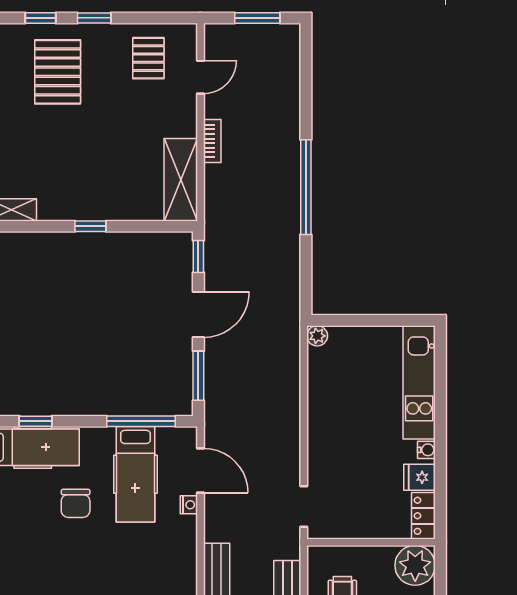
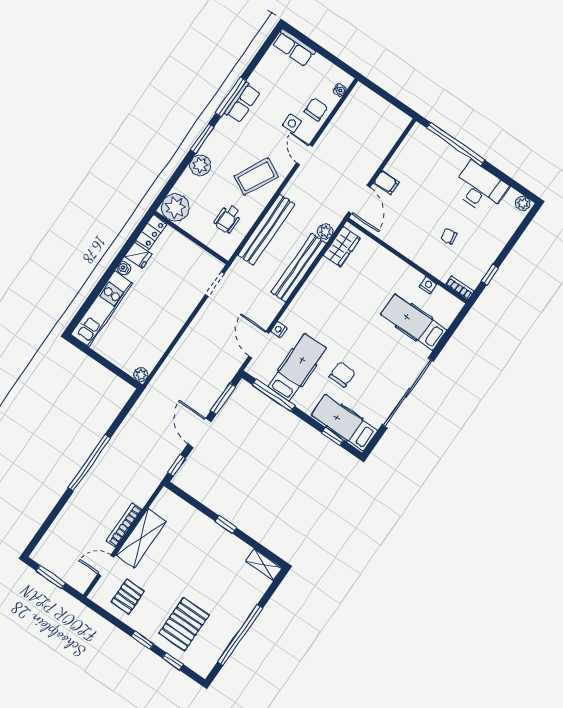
bookcase: (212, 141) -> (124, 525), width x1.56
shelving: (181, 180) -> (141, 538), moved
door: (198, 315) -> (199, 433), hinge flipped

